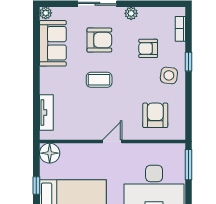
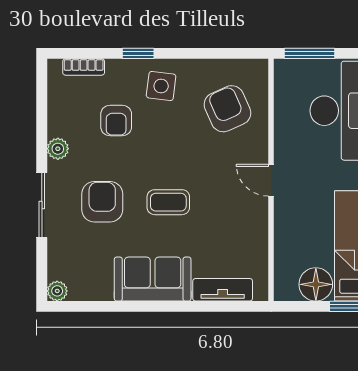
sofa: (53, 43) -> (153, 279), moved
coffee table: (99, 80) -> (168, 202), turned 90
armchair: (155, 115) -> (227, 109), turned 66
floor lamp: (50, 153) -> (316, 284), moved

